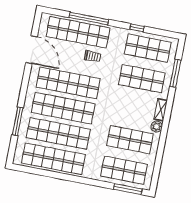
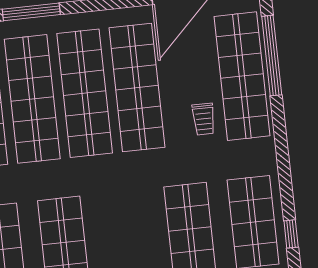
window: (89, 18) -> (272, 56), moved
window: (137, 28) -> (291, 234), moved

